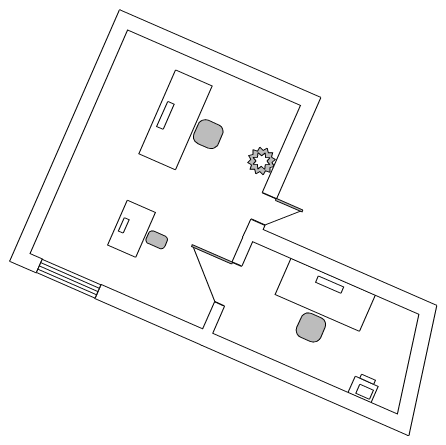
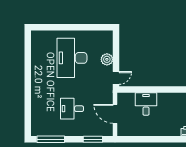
desk: (319, 308) -> (146, 104), width x0.53, depth x0.77
window: (158, 318) -> (93, 139), added

